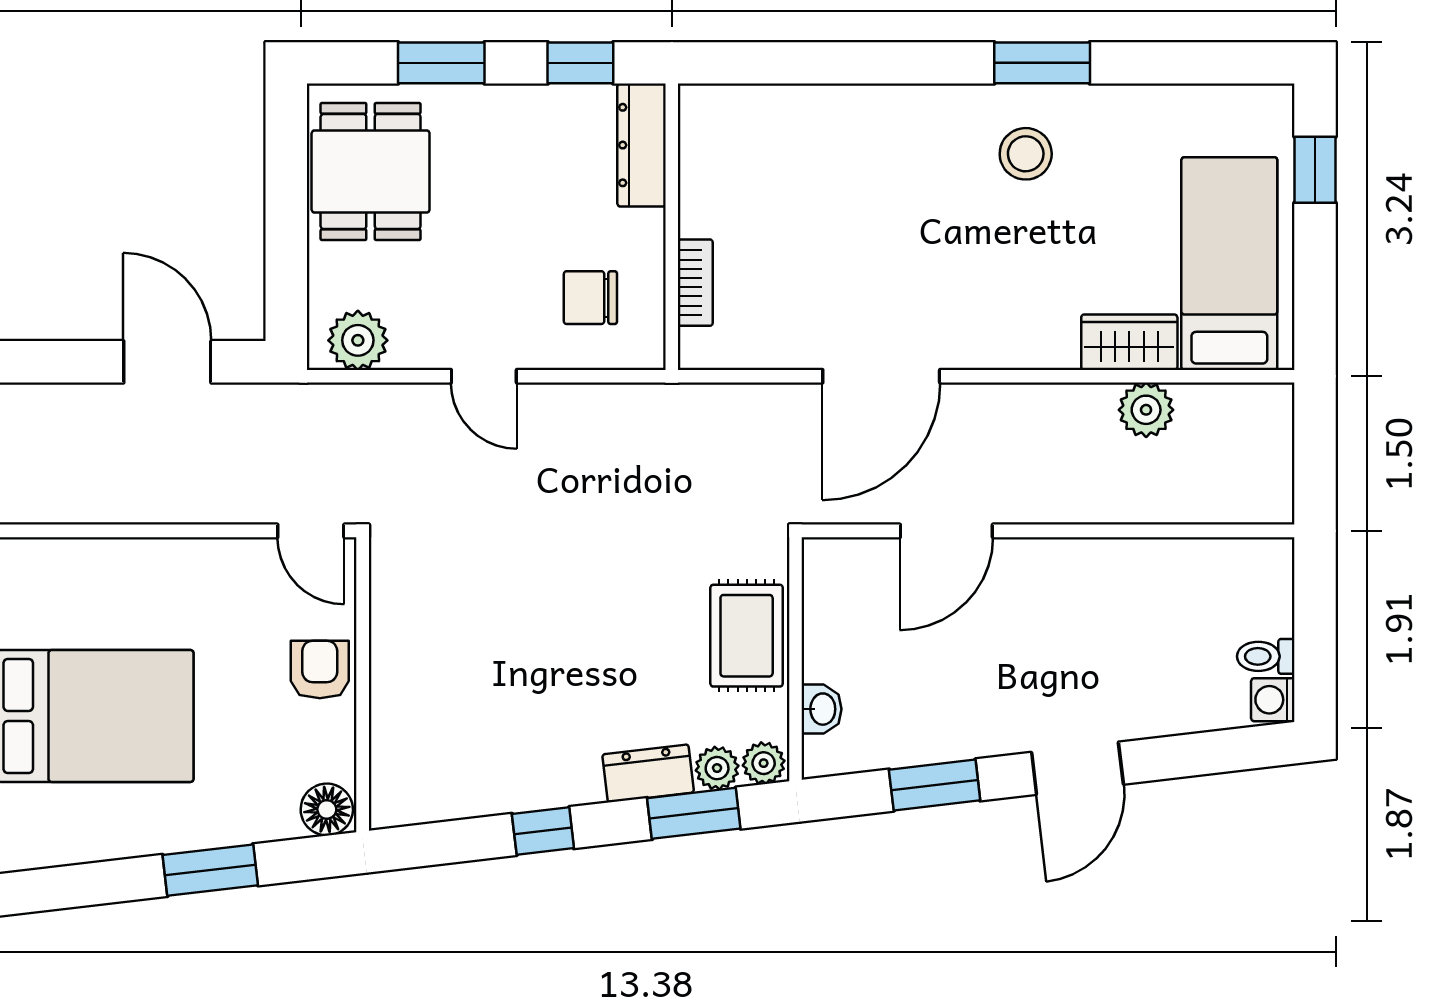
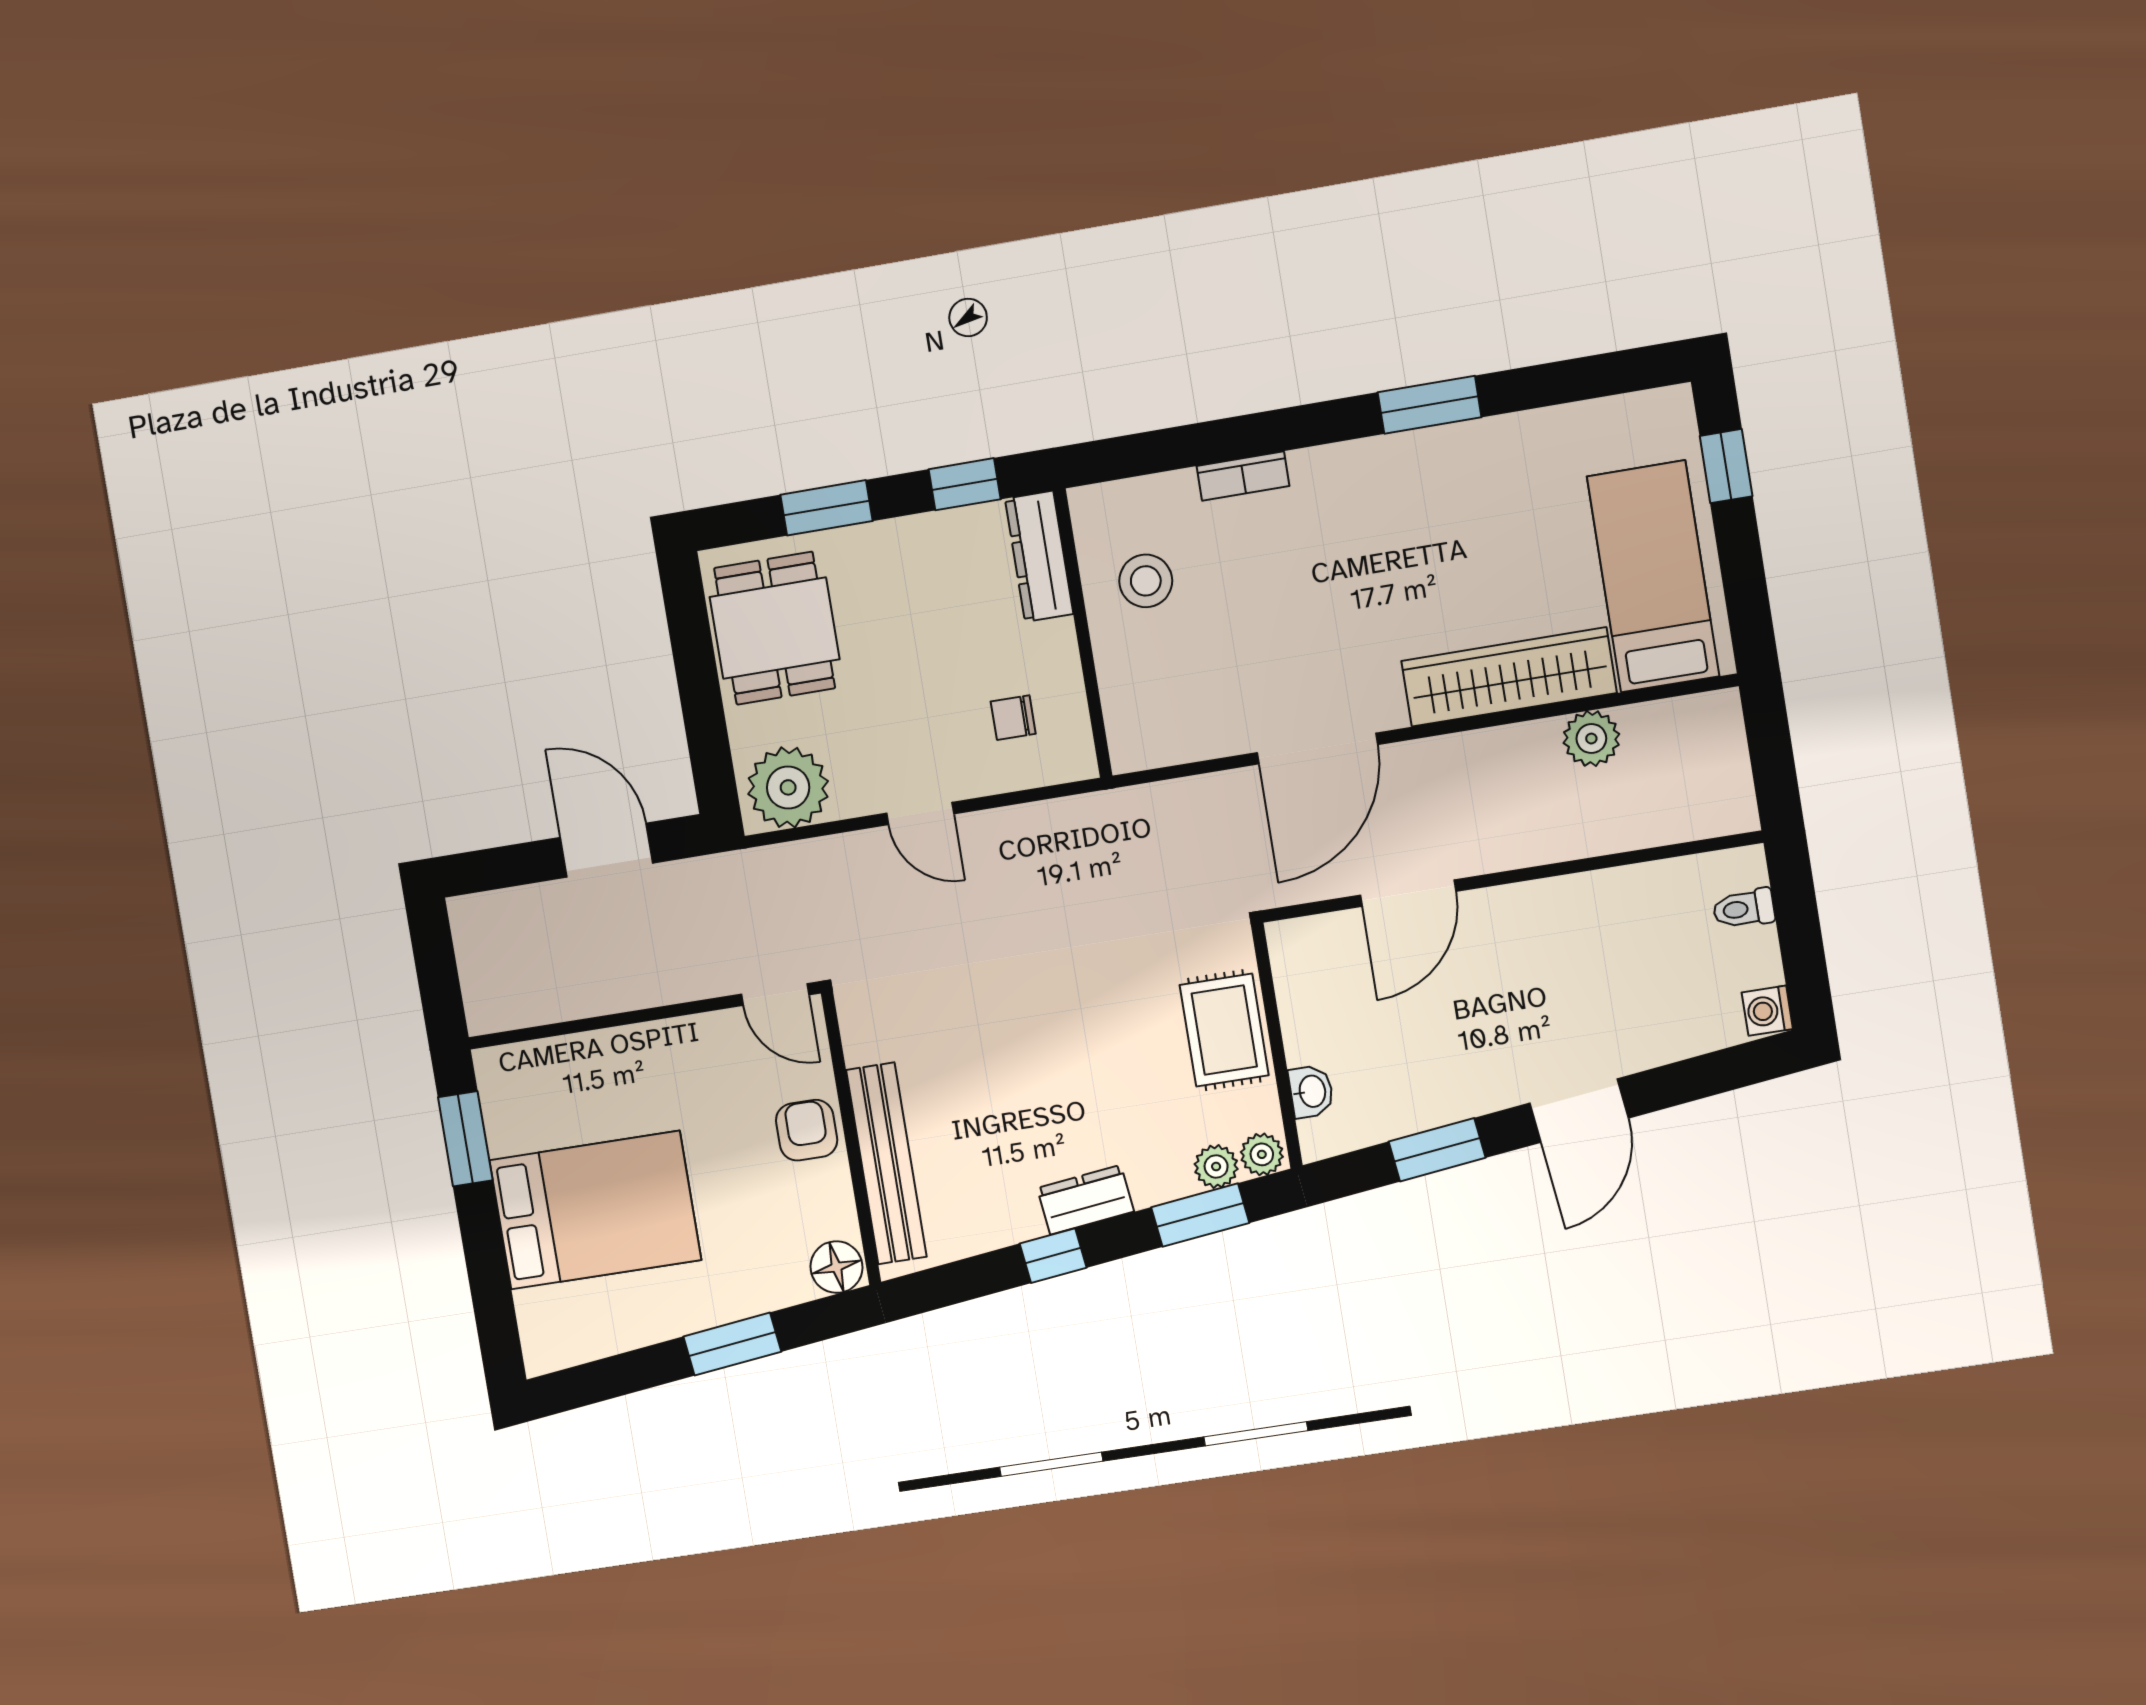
stool: (1026, 154) -> (1146, 581), moved
bookcase: (695, 283) -> (1243, 476), moved, turned 90
chair: (590, 298) -> (1013, 718), width x0.73, depth x0.73
plant: (358, 340) -> (788, 787), width x1.36, depth x1.36
wardrobe: (1129, 342) -> (1509, 677), width x2.10, depth x1.17
toilet: (1266, 656) -> (1744, 909), moved
bench: (393, 715) -> (886, 1163), added
dresser: (648, 773) -> (1085, 1200), moved

